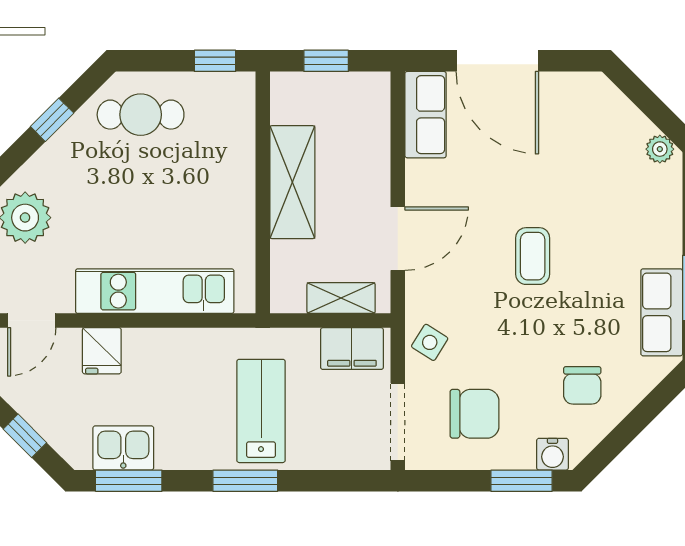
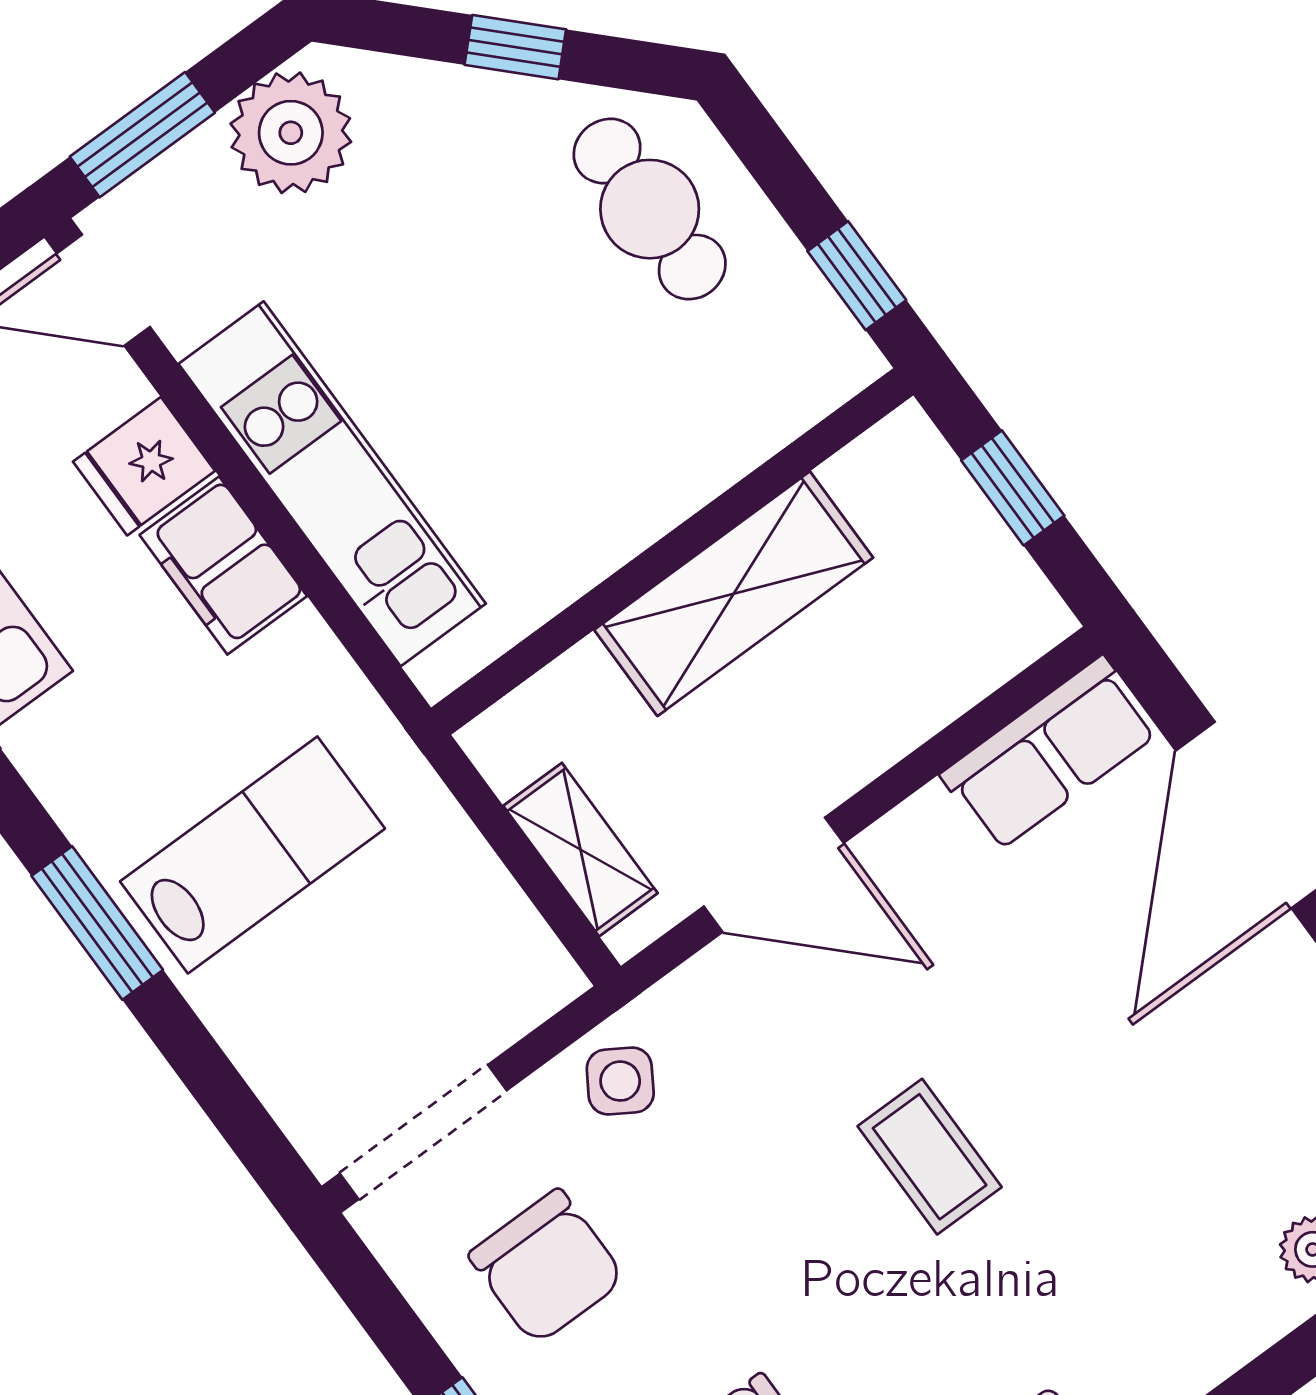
coffee table: (533, 256) -> (930, 1157), turned 90
filing cabinet: (352, 349) -> (223, 566), moved

